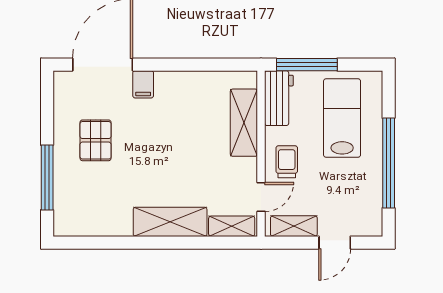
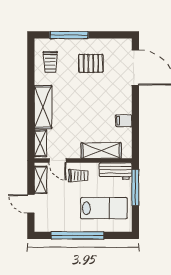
filing cabinet: (143, 84) -> (124, 121), moved
trolley: (93, 209) -> (50, 62), added

